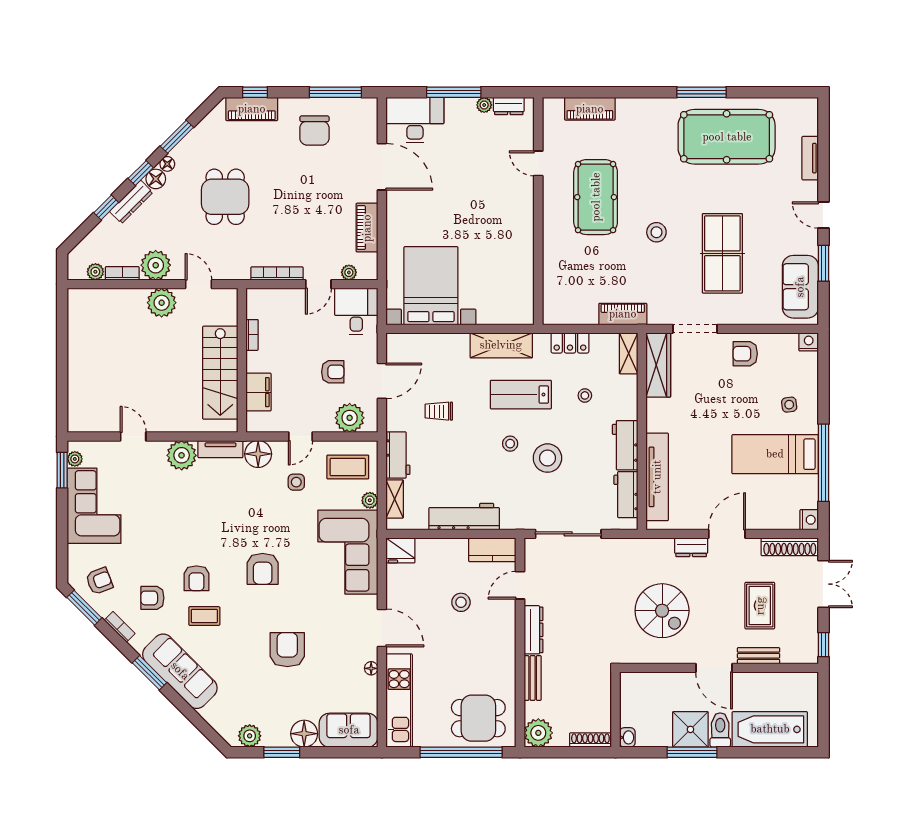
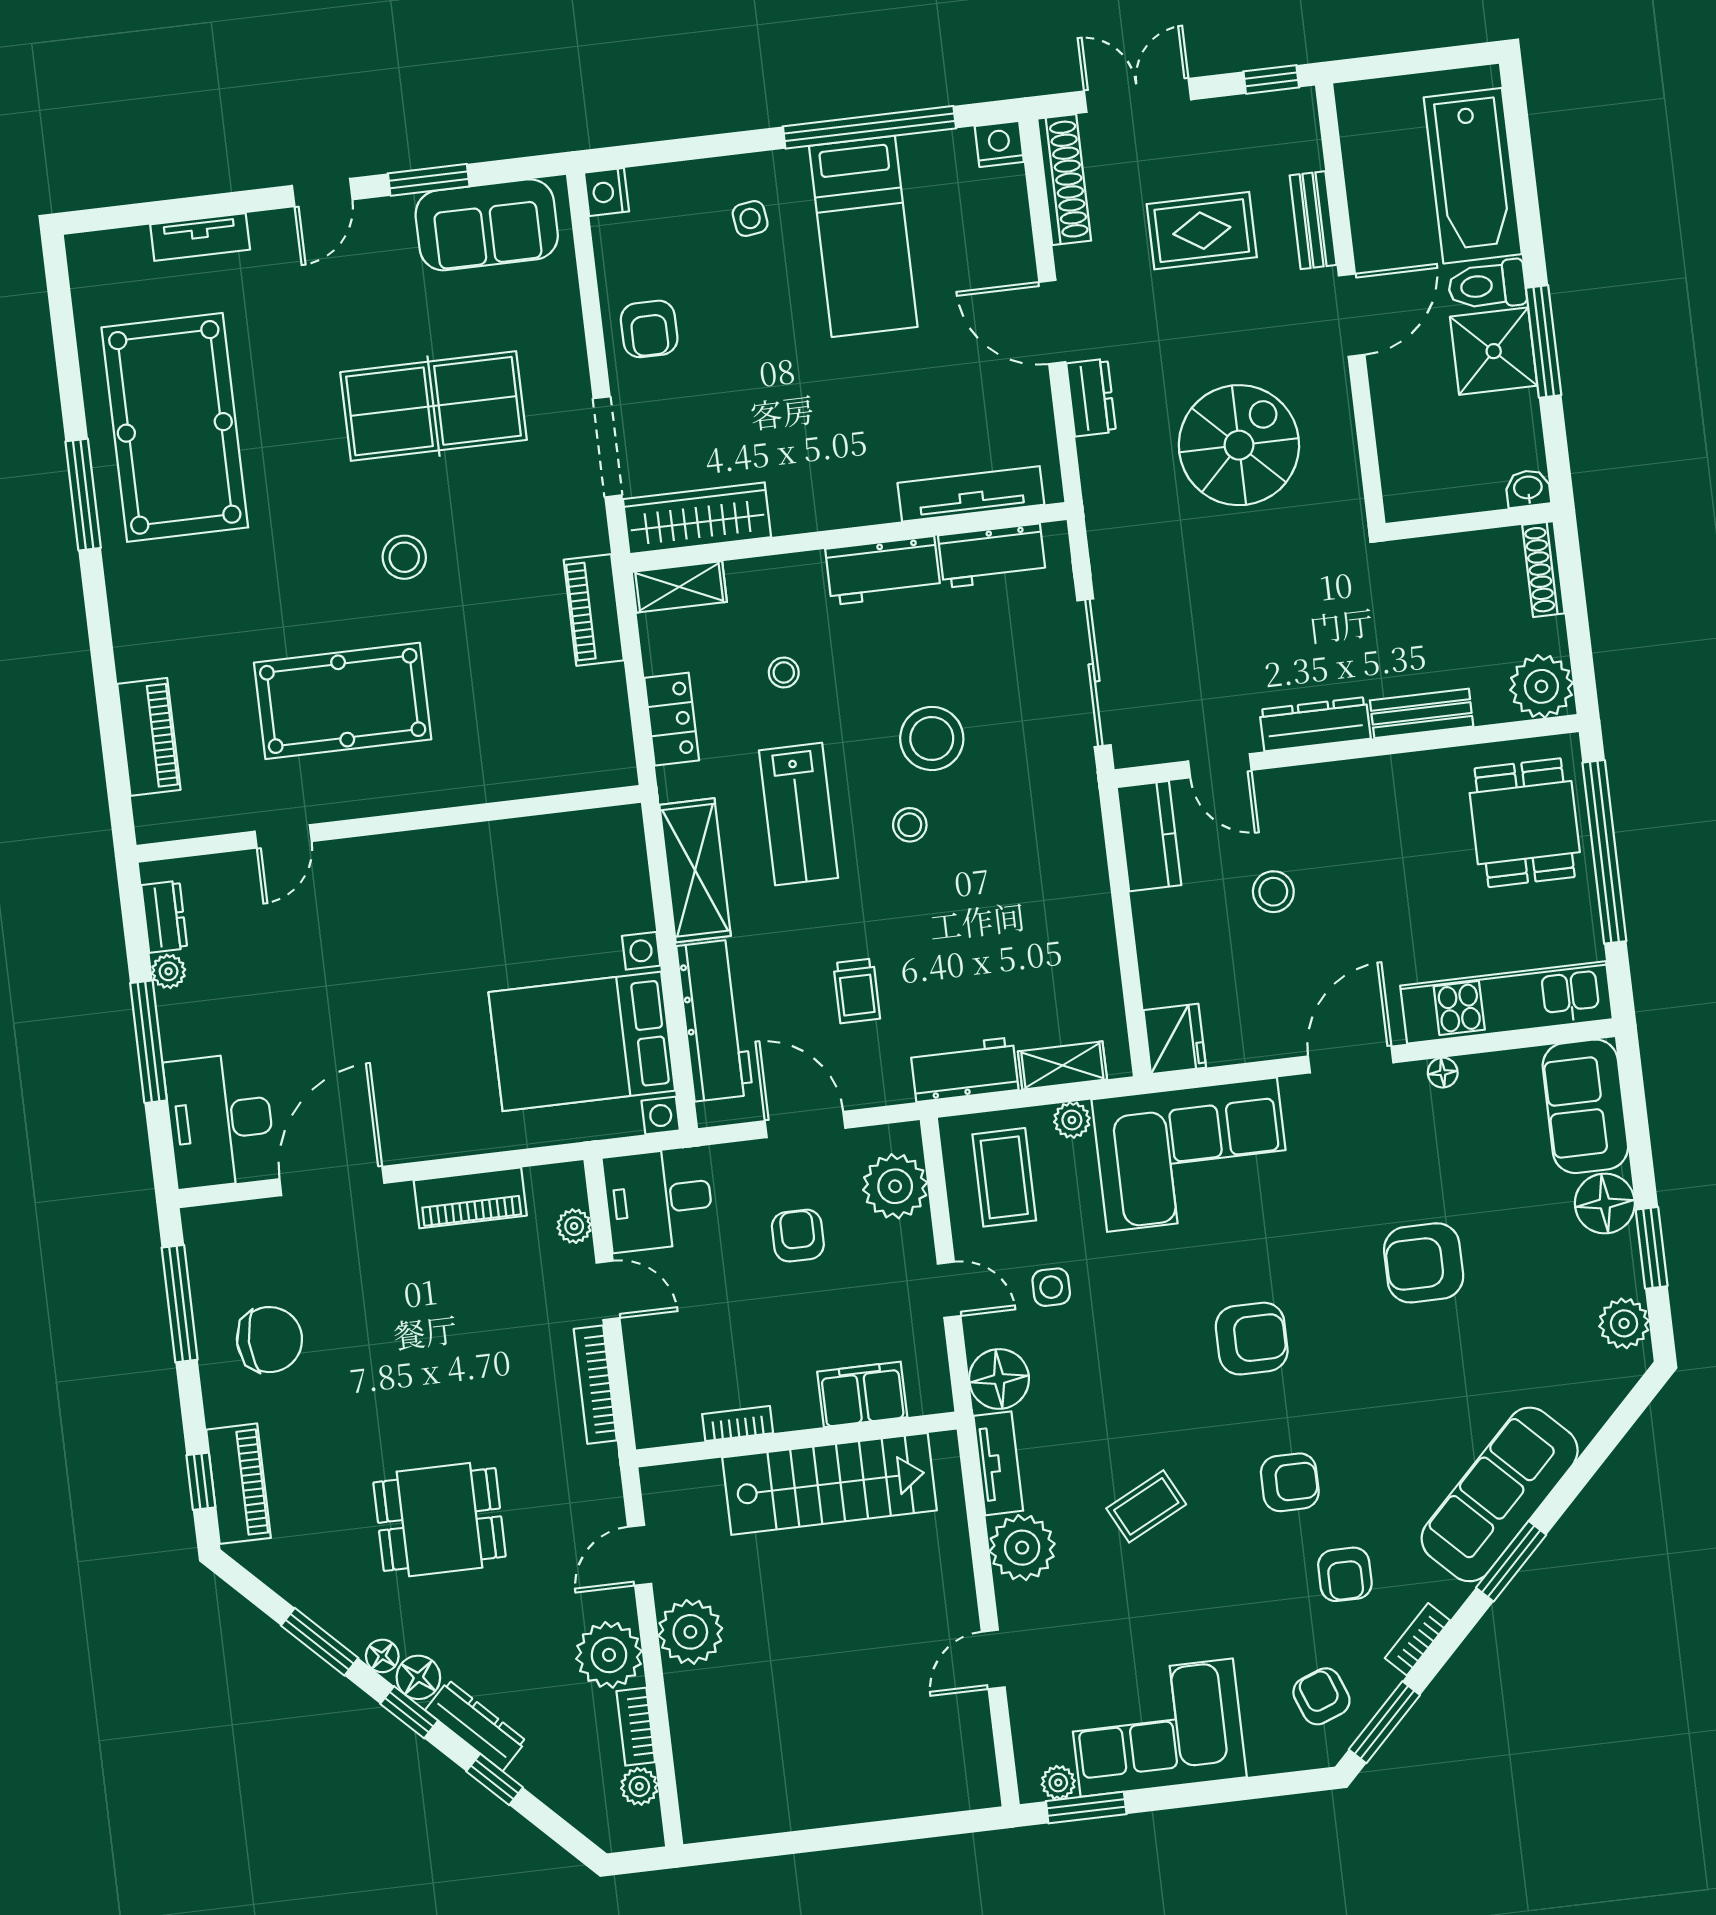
tv unit: (657, 477) -> (971, 494), width x0.73, depth x0.78
workbench: (464, 517) -> (715, 1020), moved, turned 180
coffee table: (204, 616) -> (1146, 1506), moved, turned 63

